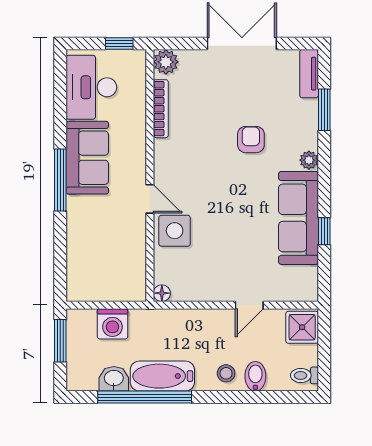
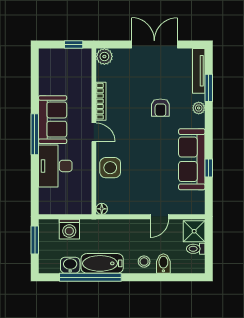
tv unit: (309, 74) -> (199, 71), width x1.41
desk: (91, 87) -> (55, 166), moved
bookcase: (161, 109) -> (101, 101), moved
armchair: (251, 140) -> (160, 108), turned 180
plant: (309, 160) -> (199, 108), moved
door: (150, 199) -> (94, 132), moved
toilet: (304, 375) -> (196, 249), moved

